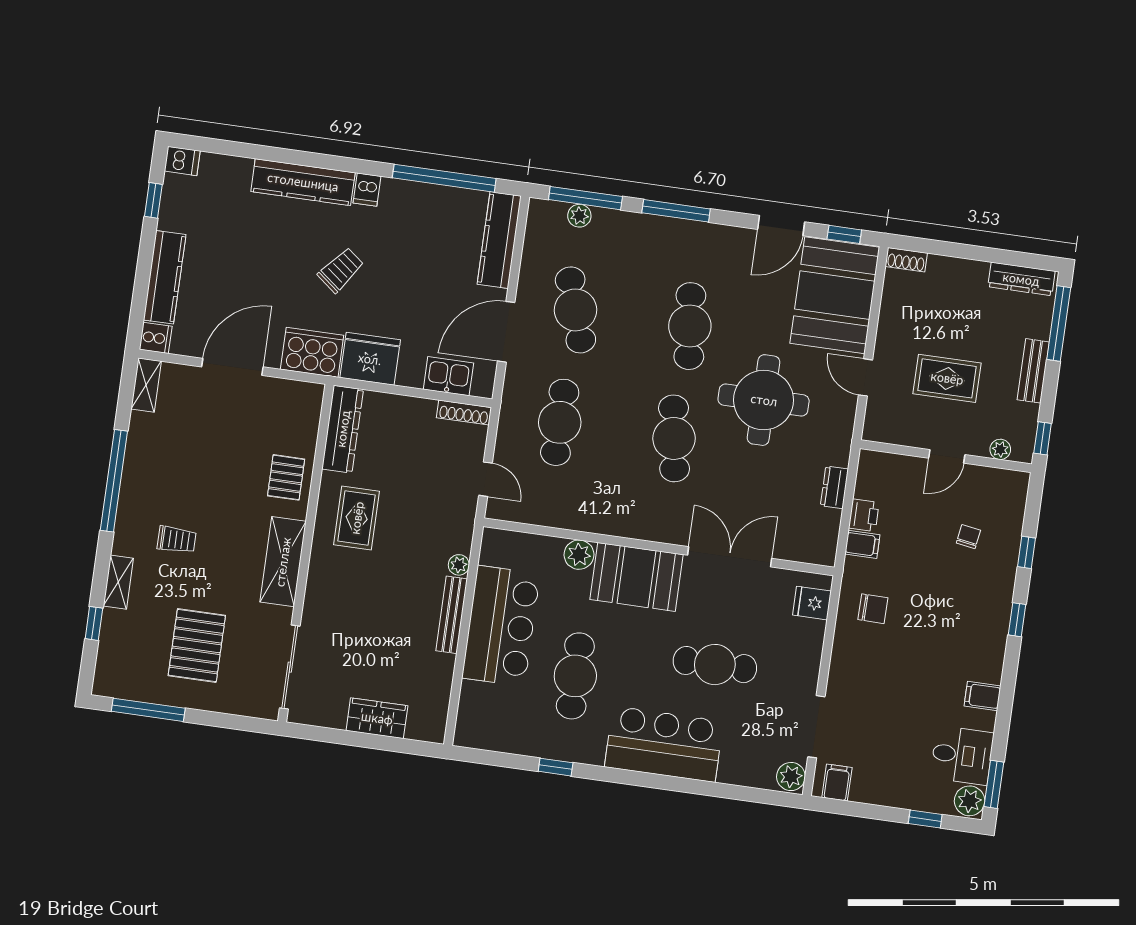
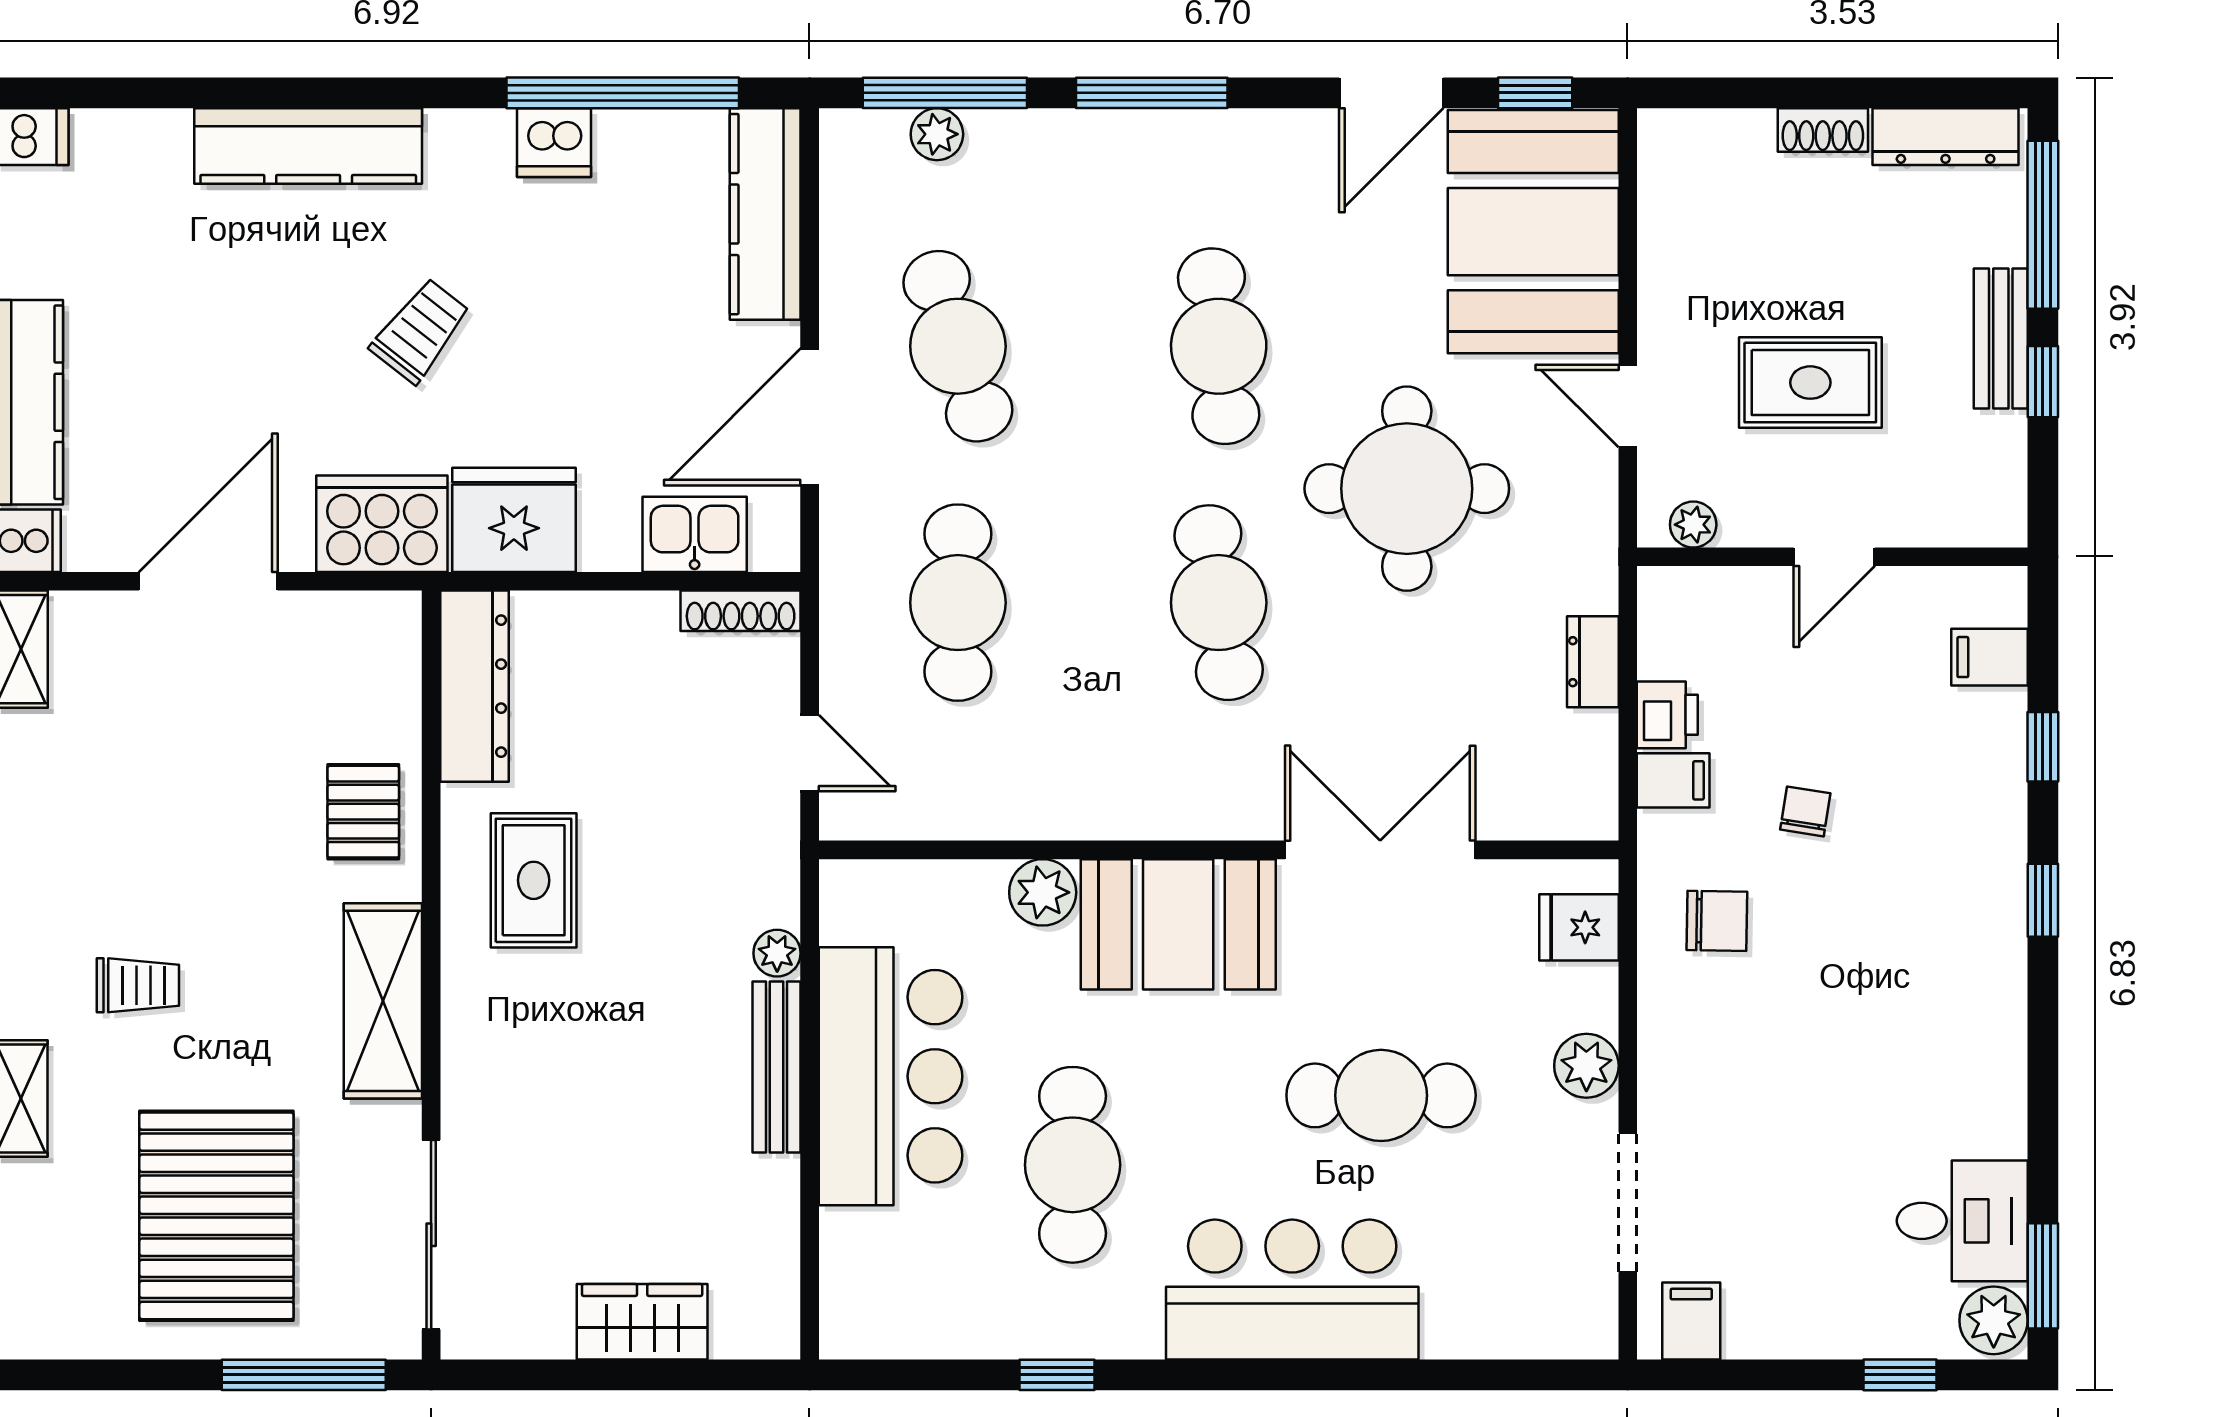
dishwasher: (367, 190) -> (554, 143), moved, width x1.38
shoe rack: (906, 260) -> (1823, 130), moved
window: (1043, 438) -> (2043, 382), moved
plant: (1000, 449) -> (1693, 525), moved
chair: (968, 537) -> (1805, 811), moved
pallet: (197, 646) -> (216, 1216), width x1.37, depth x1.41
filing cabinet: (982, 696) -> (1989, 657), moved
window: (148, 710) -> (304, 1375), moved
plant: (791, 777) -> (1586, 1066), moved

